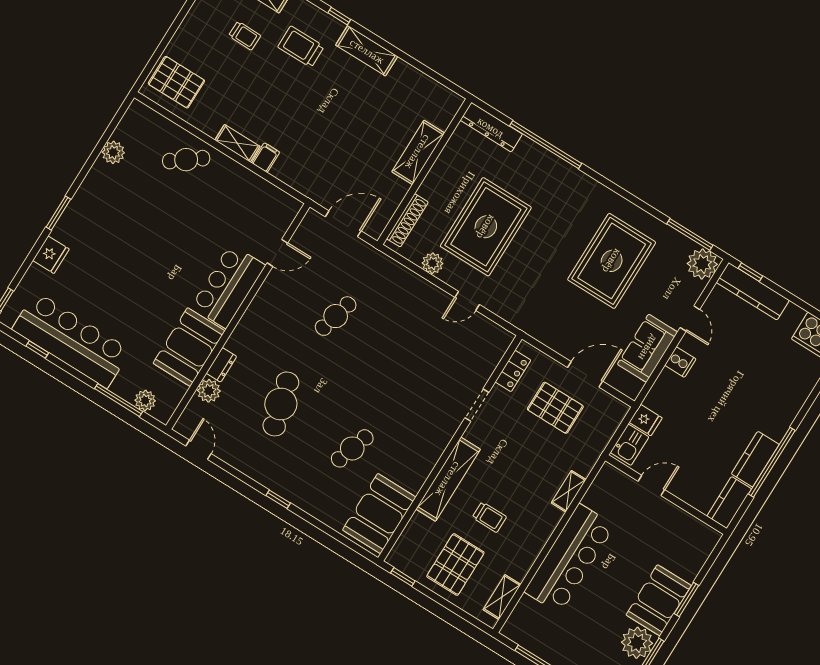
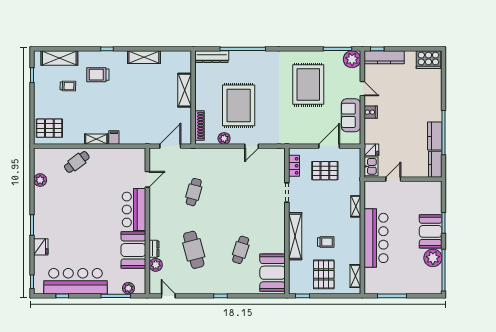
shelving: (367, 51) -> (144, 57), moved

